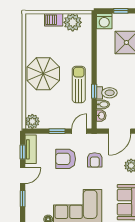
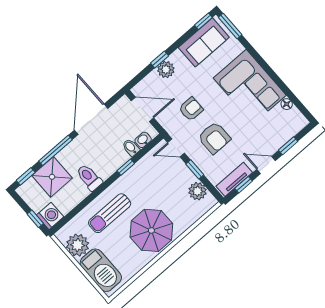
window: (121, 11) -> (35, 219), moved
barbecue: (54, 20) -> (101, 270), width x1.88, depth x1.53
sun lounger: (79, 84) -> (110, 213), moved
toilet: (107, 93) -> (89, 177), moved
plant: (32, 121) -> (198, 191), moved

